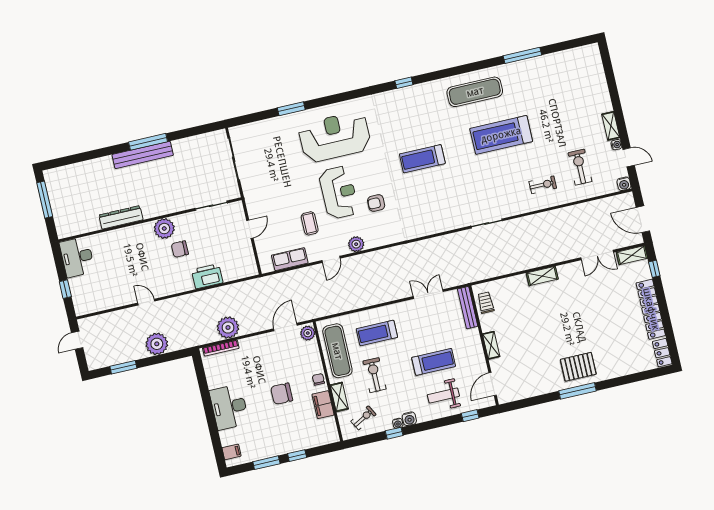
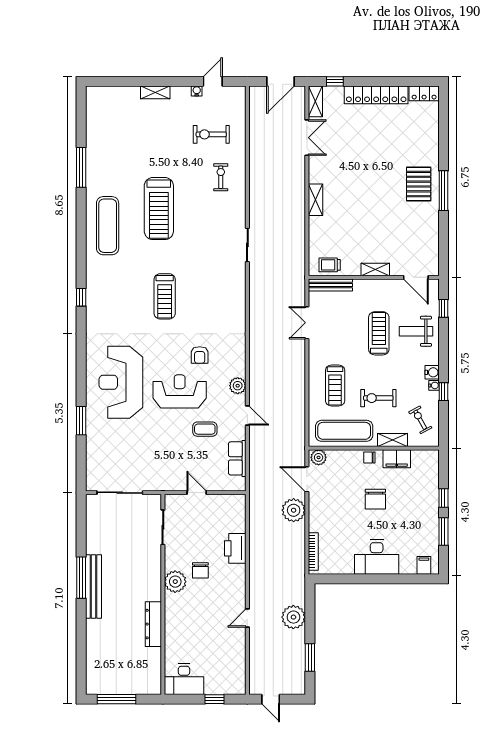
shelving: (611, 126) -> (155, 92), moved
water cooler: (624, 184) -> (239, 93), removed
plant: (228, 328) -> (294, 510), moved
weight bench: (443, 395) -> (416, 331), turned 90

